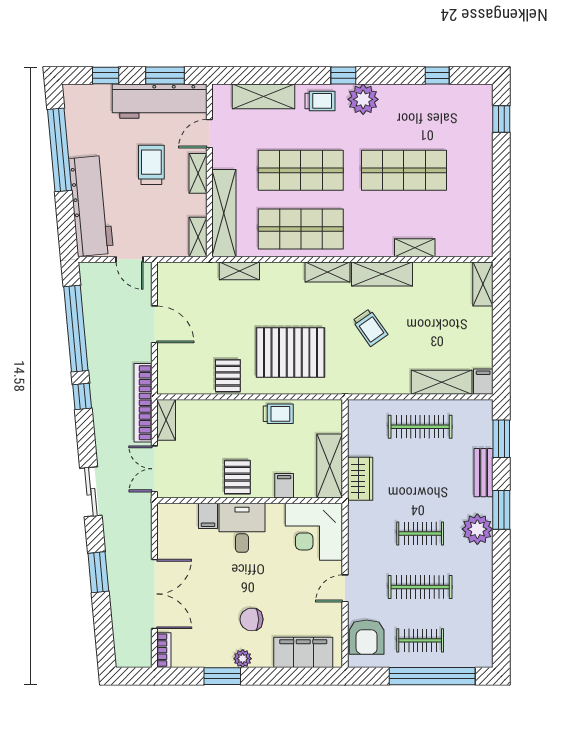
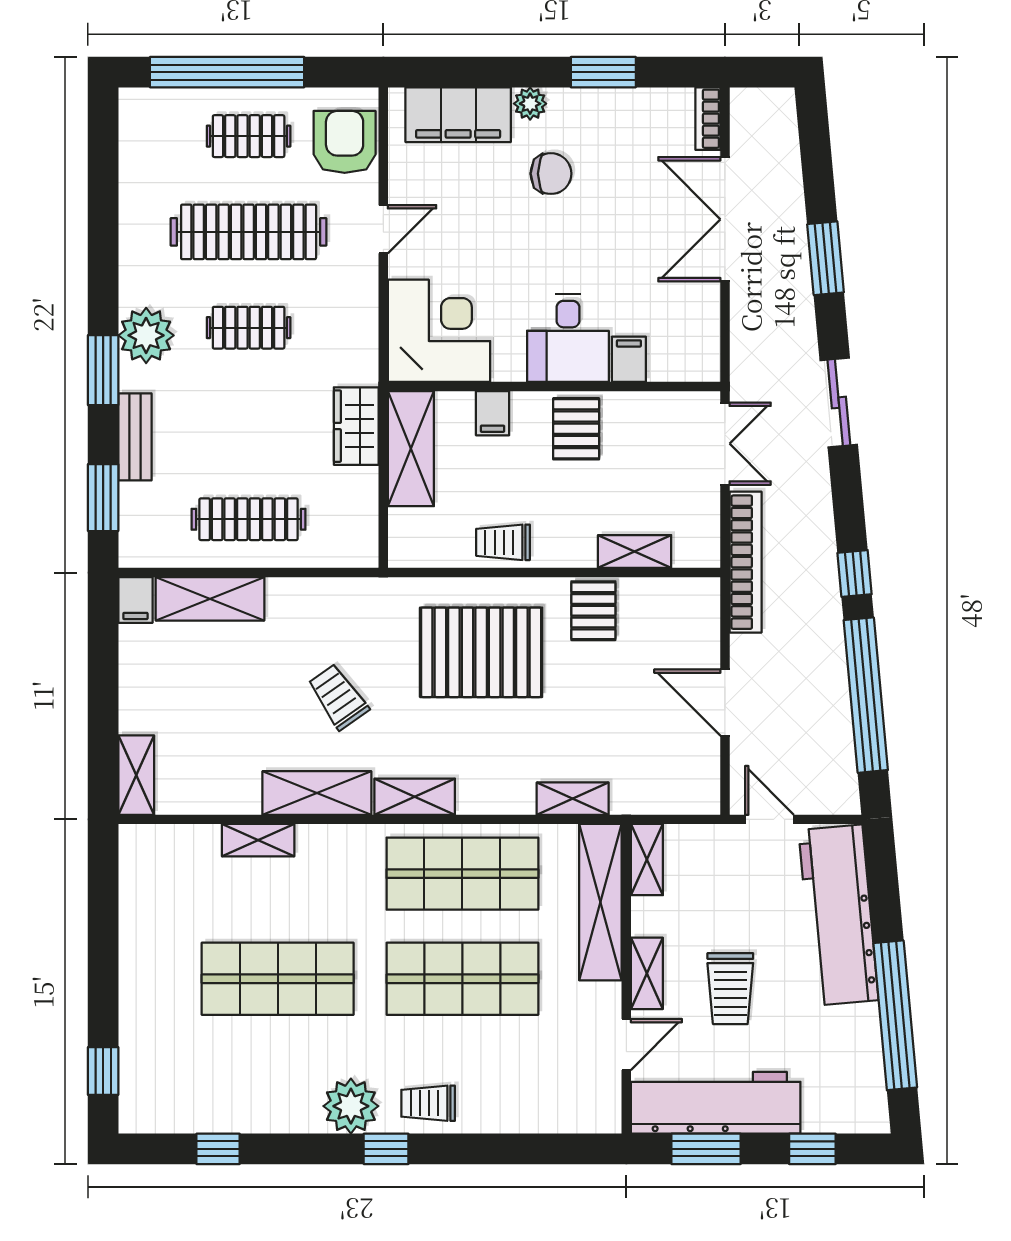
shelving: (264, 96) -> (529, 1111), removed
shelving: (166, 420) -> (635, 552), moved, turned 90
clothes rail: (420, 587) -> (249, 232), width x1.37, depth x1.31
plant: (243, 659) -> (530, 104), moved

